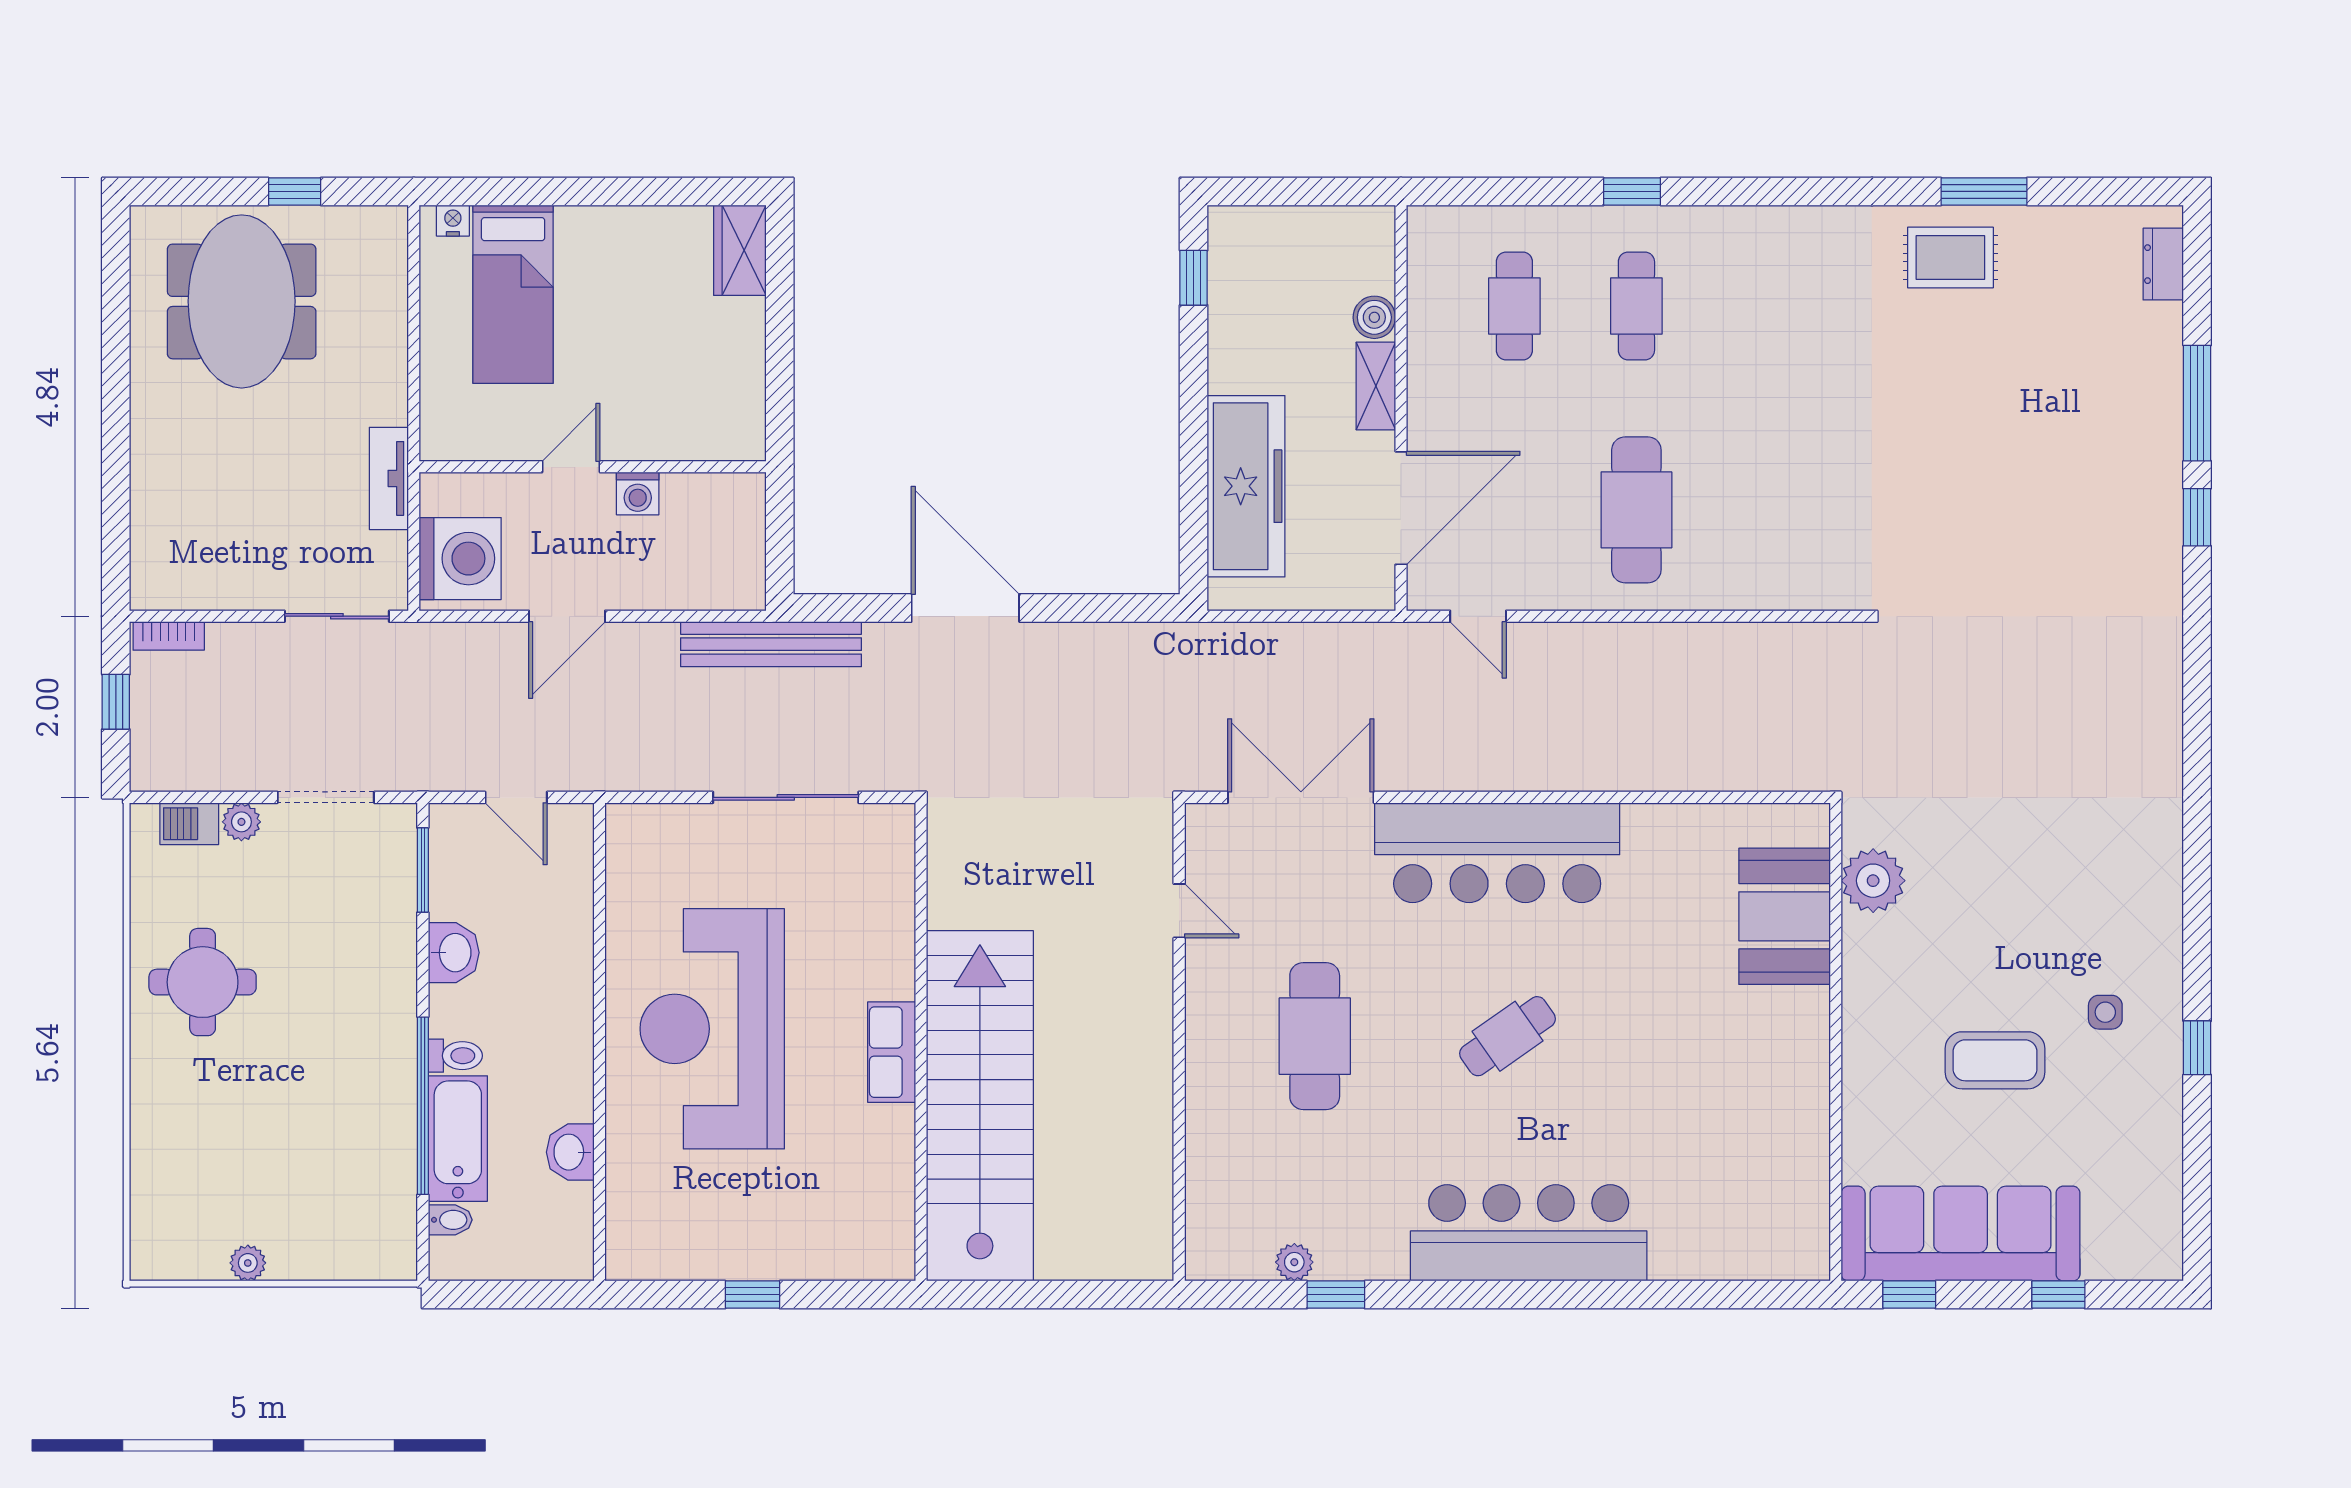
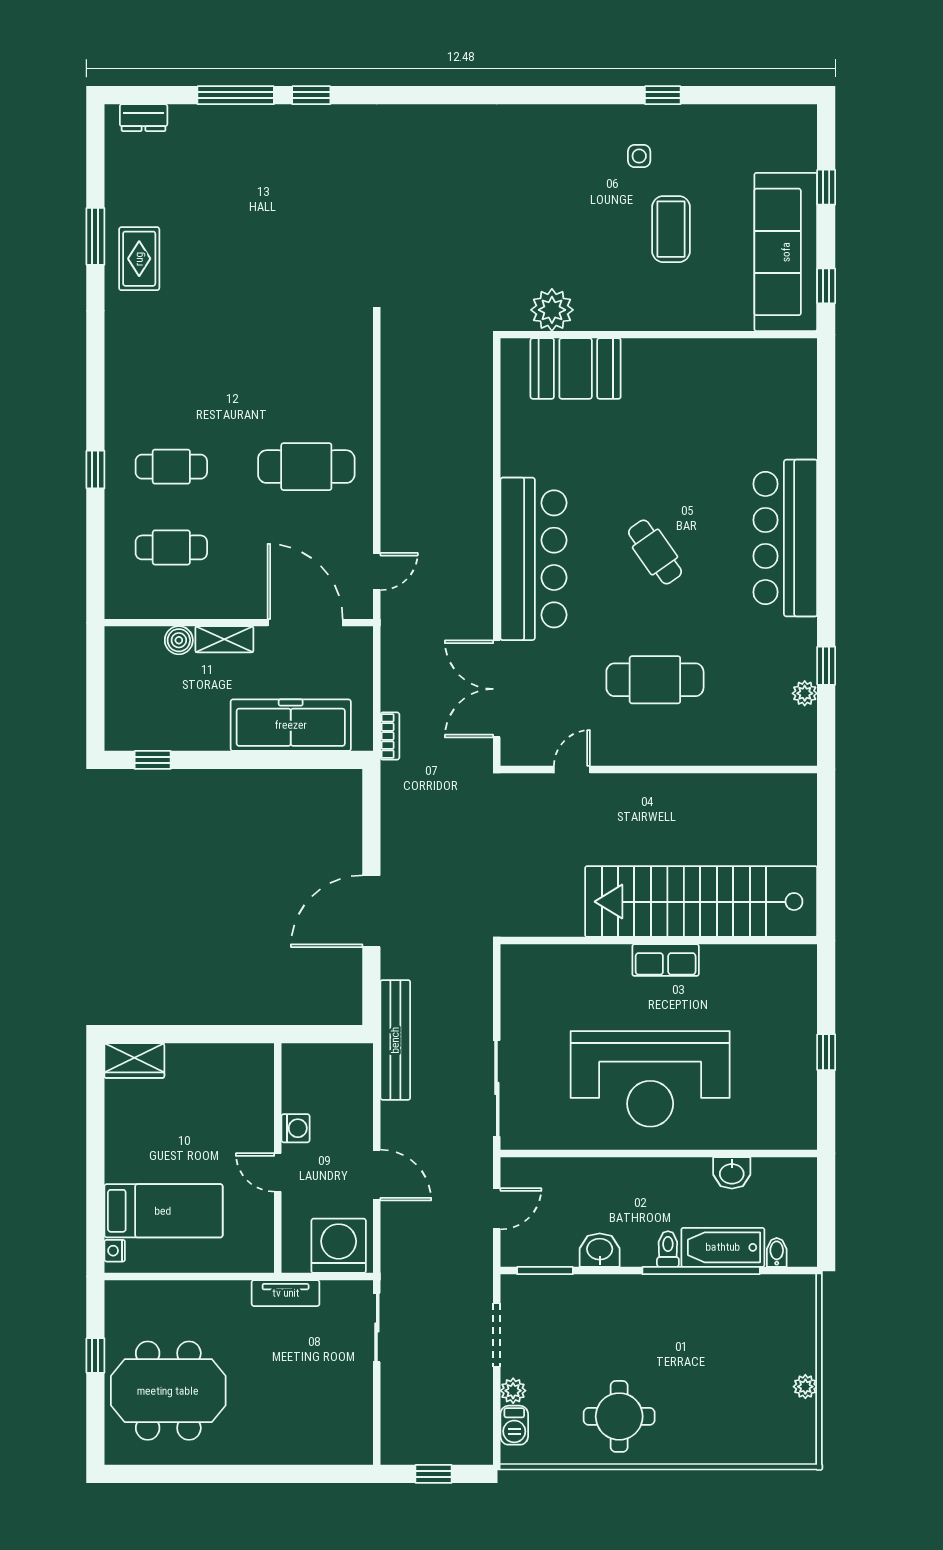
bookcase: (169, 636) -> (390, 736), moved
sliding door: (786, 797) -> (497, 1088), moved

